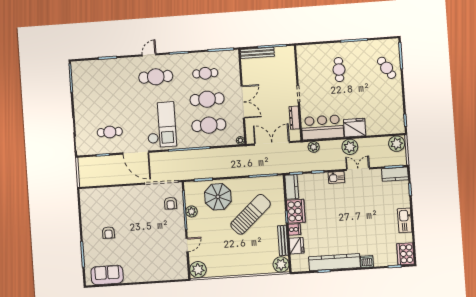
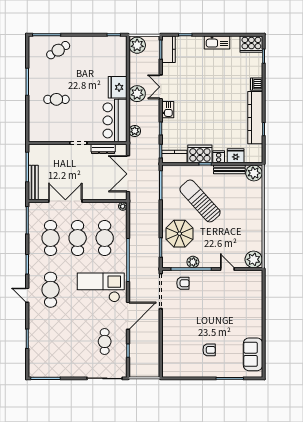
cafe table: (205, 73) -> (51, 238), width x1.37, depth x1.35
double door: (243, 102) -> (65, 201), moved

